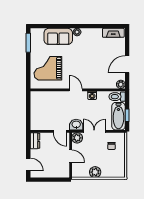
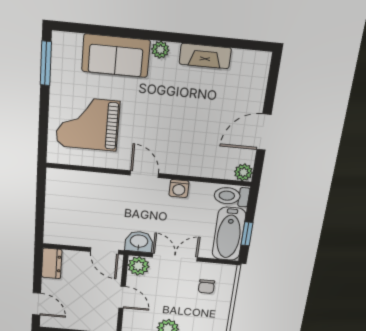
fireplace: (113, 33) -> (205, 56), moved

